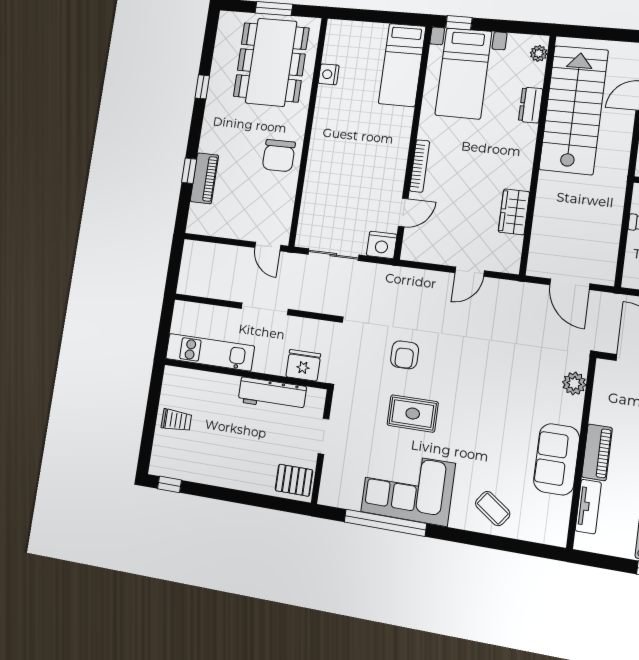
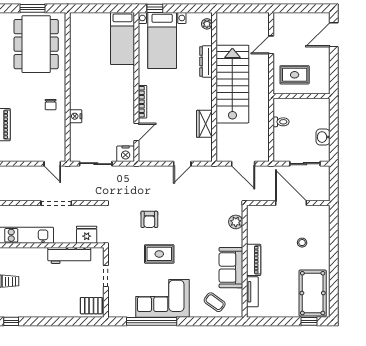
nightstand: (329, 74) -> (76, 116), moved
dresser: (531, 105) -> (206, 61), width x1.44
stairs: (574, 110) -> (232, 84), moved
chair: (279, 156) -> (51, 105), width x0.54, depth x0.54
plant: (574, 383) -> (236, 222), moved
wall: (581, 452) -> (245, 261), moved
piano: (597, 452) -> (254, 260), moved
sofa: (557, 459) -> (231, 268), moved
tv unit: (588, 507) -> (252, 292), moved

